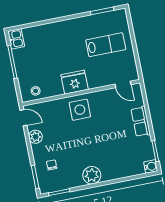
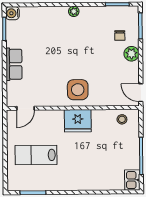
door: (123, 84) -> (25, 108), swing flipped
plant: (35, 137) -> (131, 54), moved
plant: (92, 175) -> (74, 11), width x0.53, depth x0.53

